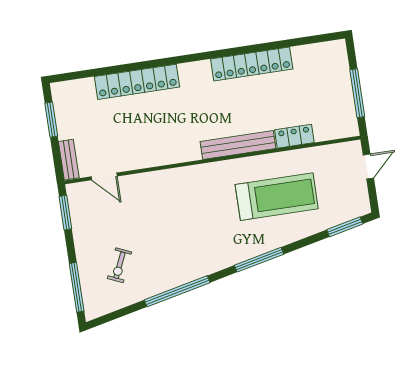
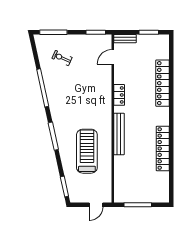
locker: (294, 136) -> (119, 95), moved
door: (368, 166) -> (96, 205), hinge flipped
treadmill: (277, 197) -> (87, 151), turned 180

